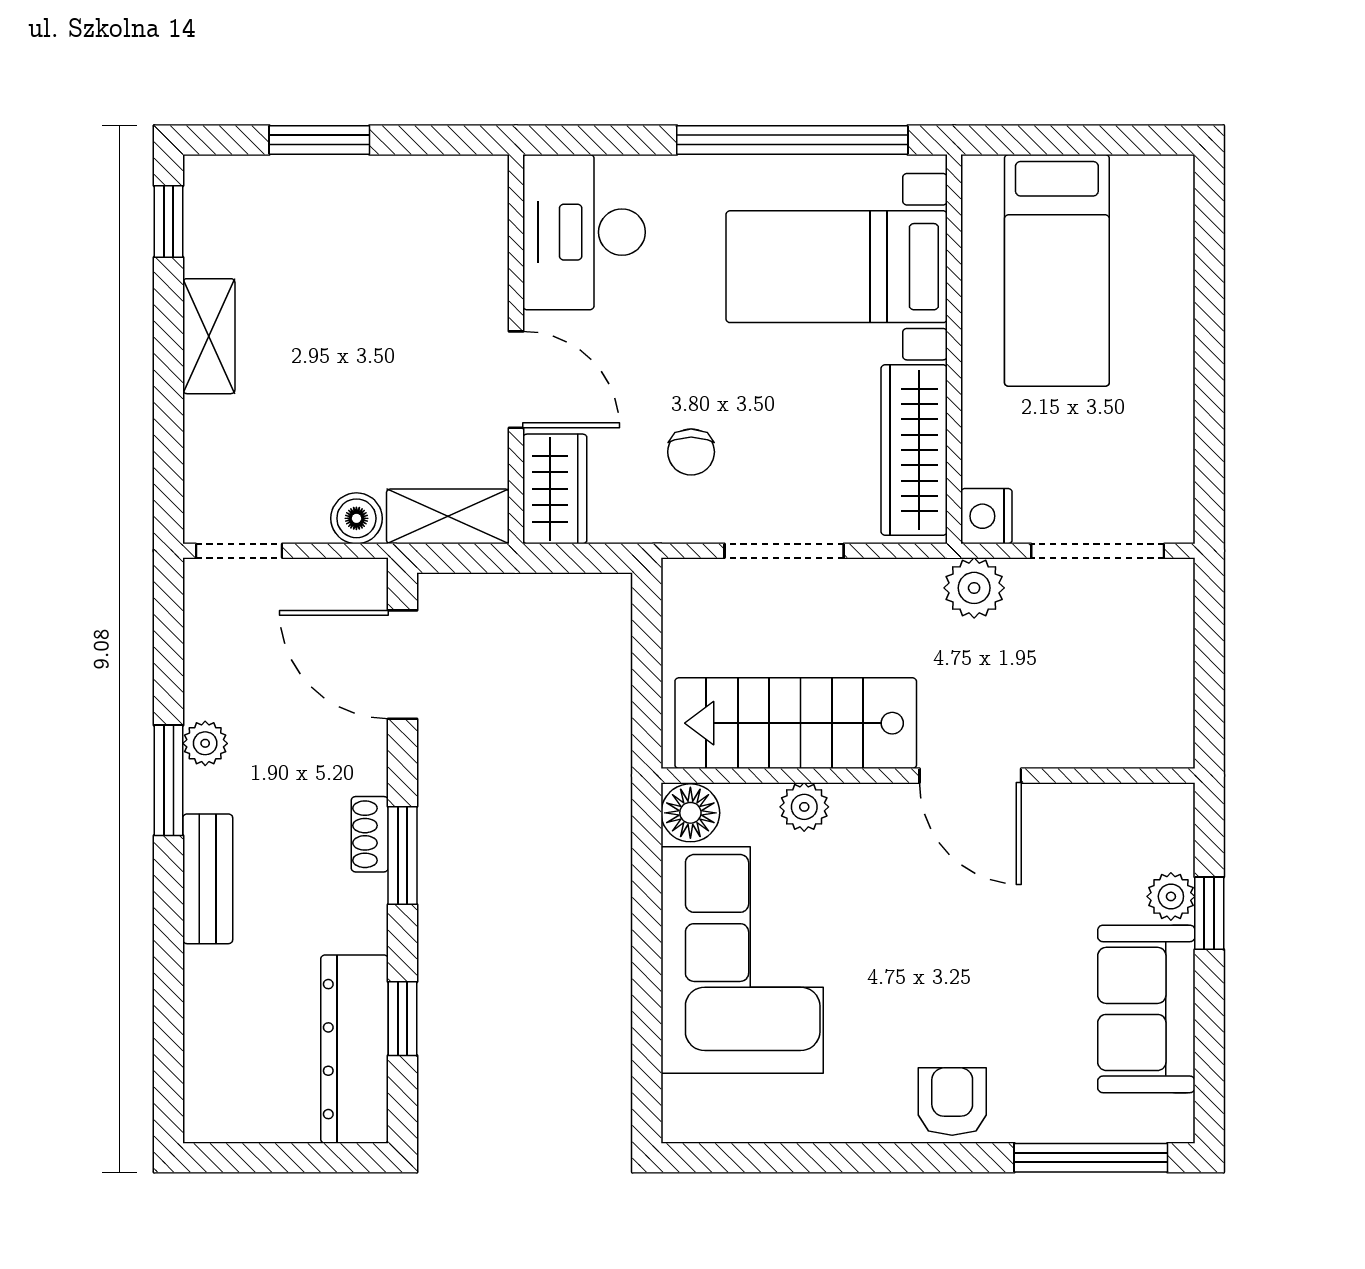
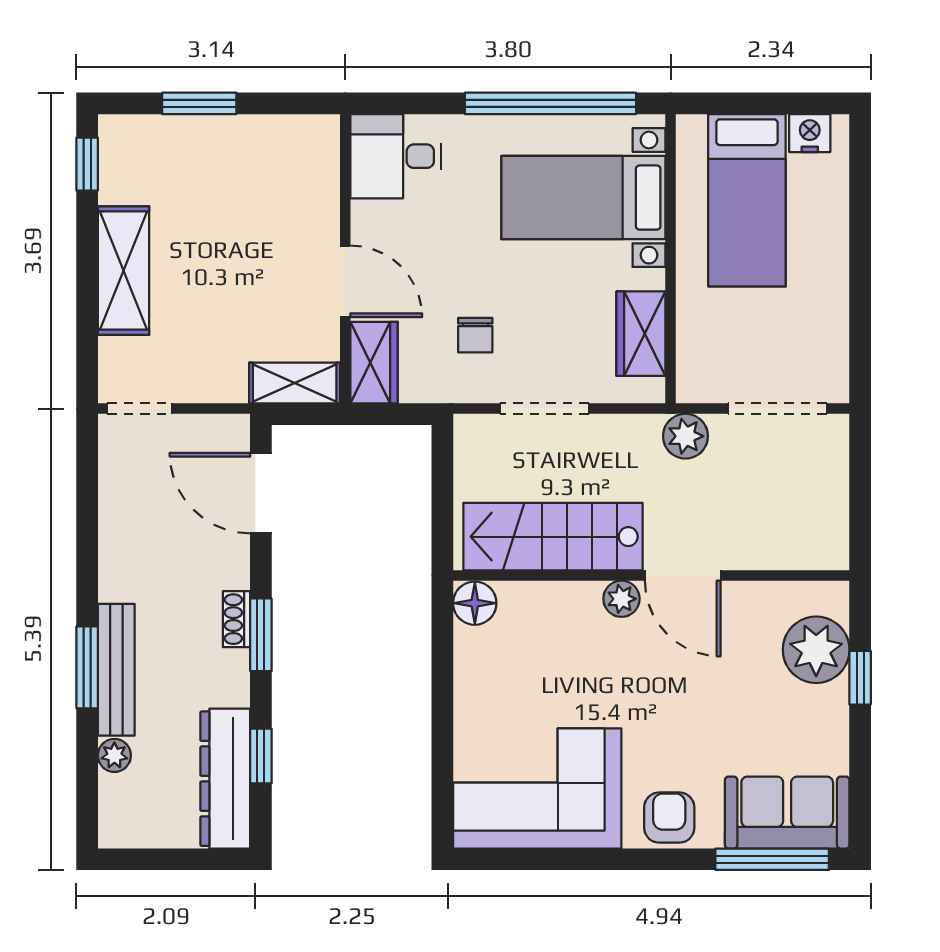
desk: (584, 232) -> (396, 156), width x0.73
shelving: (209, 336) -> (124, 271), width x1.50, depth x1.33
wardrobe: (914, 450) -> (641, 334), width x0.67
nightstand: (986, 516) -> (810, 133), moved, turned 90
boiler: (356, 518) -> (227, 384), removed
plant: (205, 743) -> (114, 755), moved
window: (169, 780) -> (87, 667), moved
plant: (804, 807) -> (621, 599), moved
bench: (208, 879) -> (116, 670), width x1.36
plant: (1171, 896) -> (816, 650), width x1.87, depth x1.87
corner sofa: (742, 960) -> (537, 789), moved, turned -90
sofa: (1146, 1009) -> (787, 813), moved, turned 90

